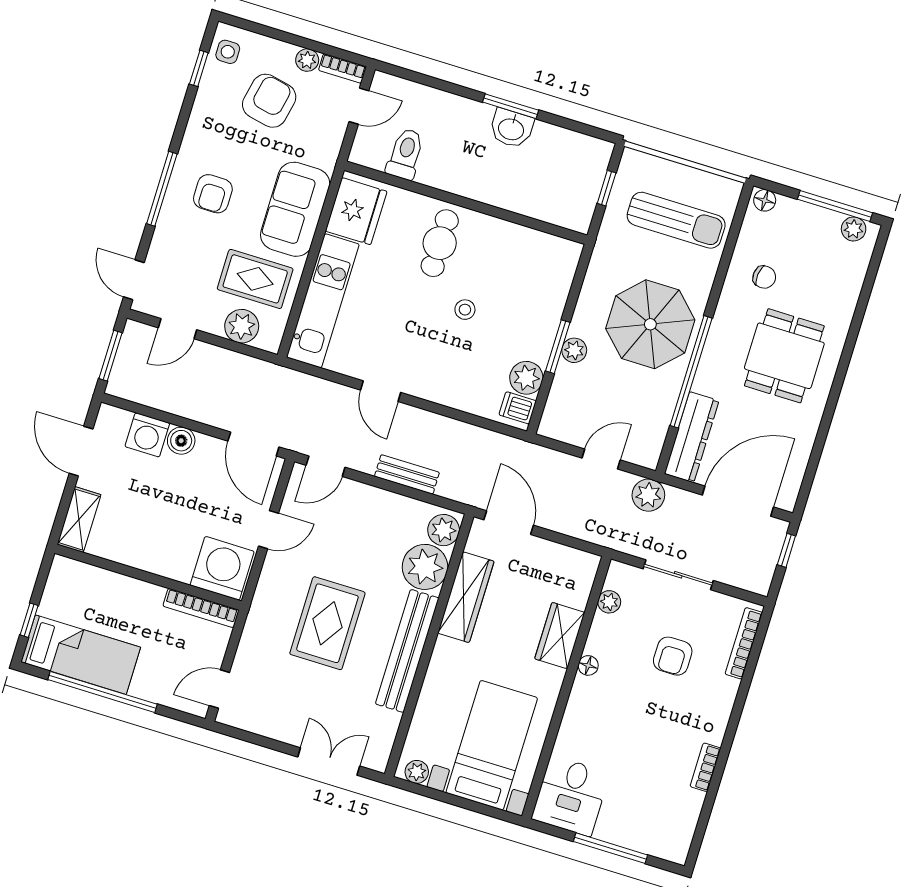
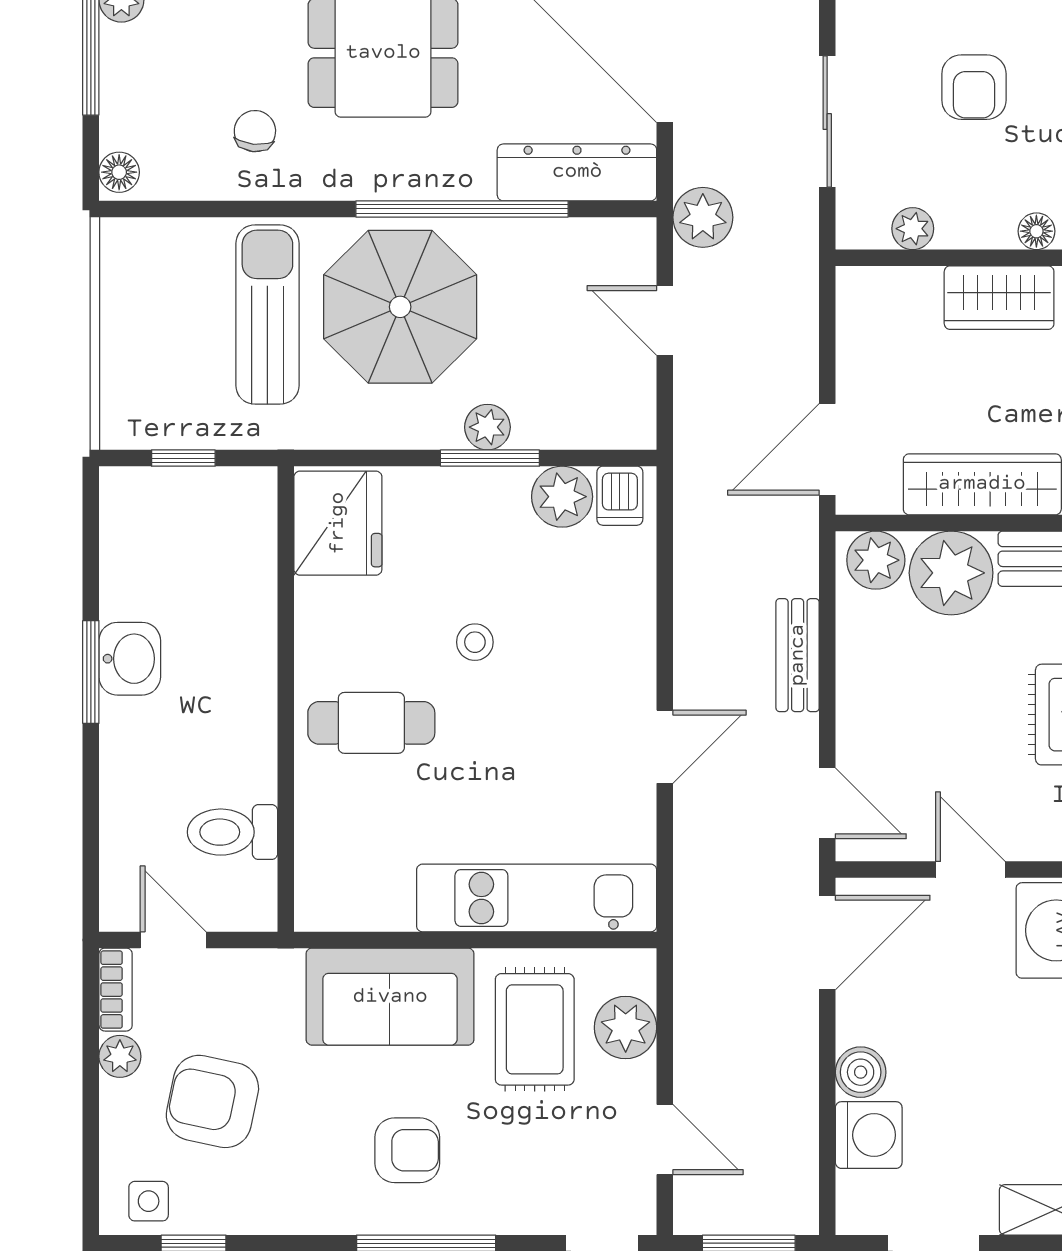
fridge: (356, 211) -> (338, 523), moved, turned 90
sun lounger: (676, 220) -> (267, 315), moved
armchair: (673, 656) -> (974, 87), turned 90

